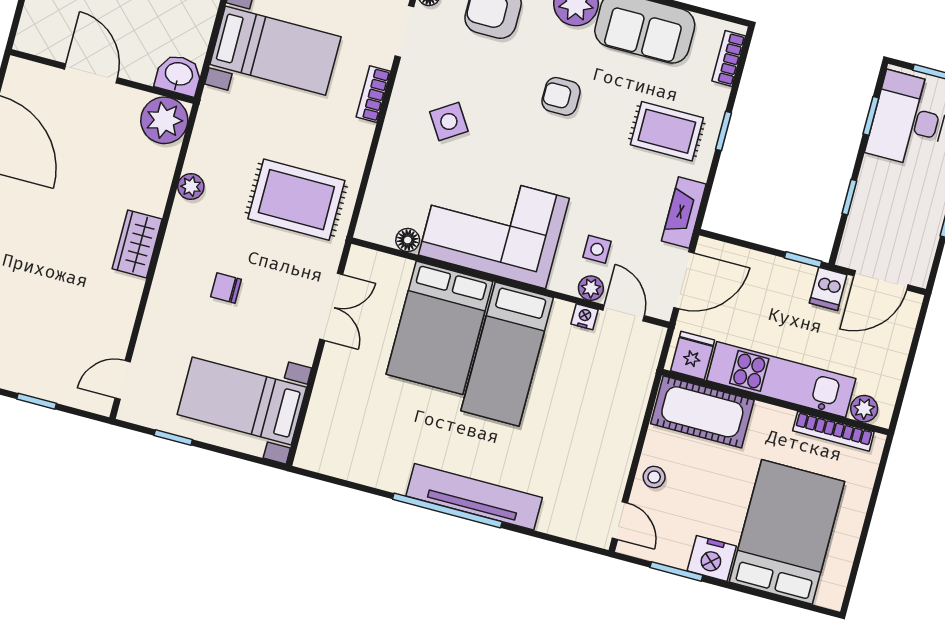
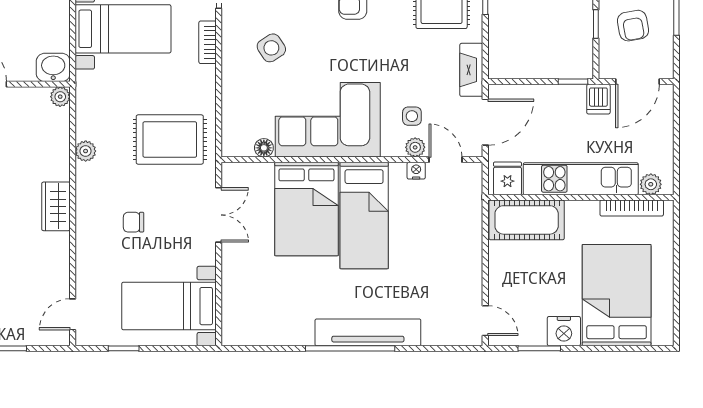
plant: (164, 120) -> (60, 97), width x0.53, depth x0.53
armchair: (894, 211) -> (633, 26), added
stool: (654, 477) -> (503, 280), removed

